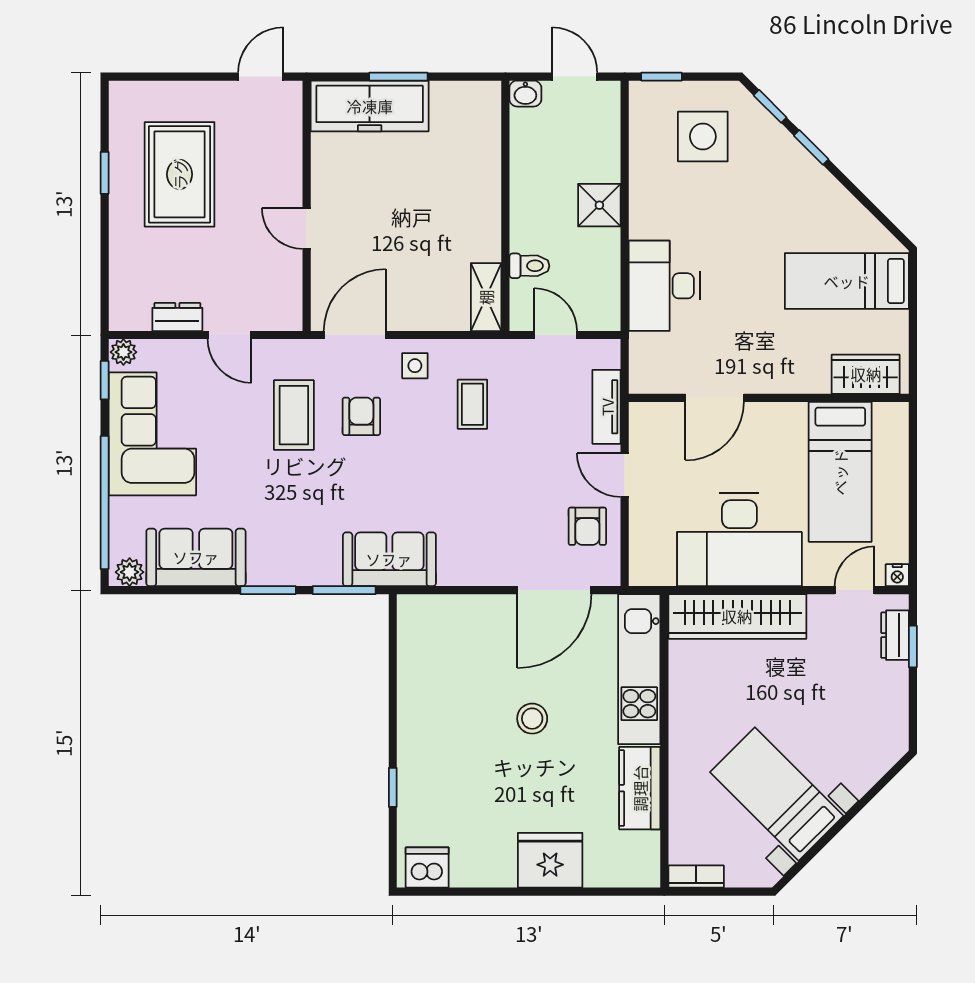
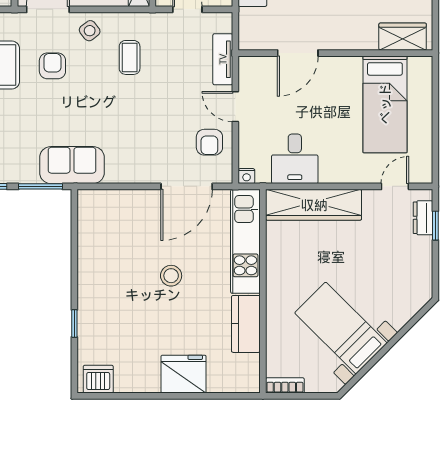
side table: (415, 366) -> (90, 31), turned -38
desk: (739, 539) -> (295, 159), width x0.53, depth x0.77
nightstand: (897, 575) -> (247, 176), moved

